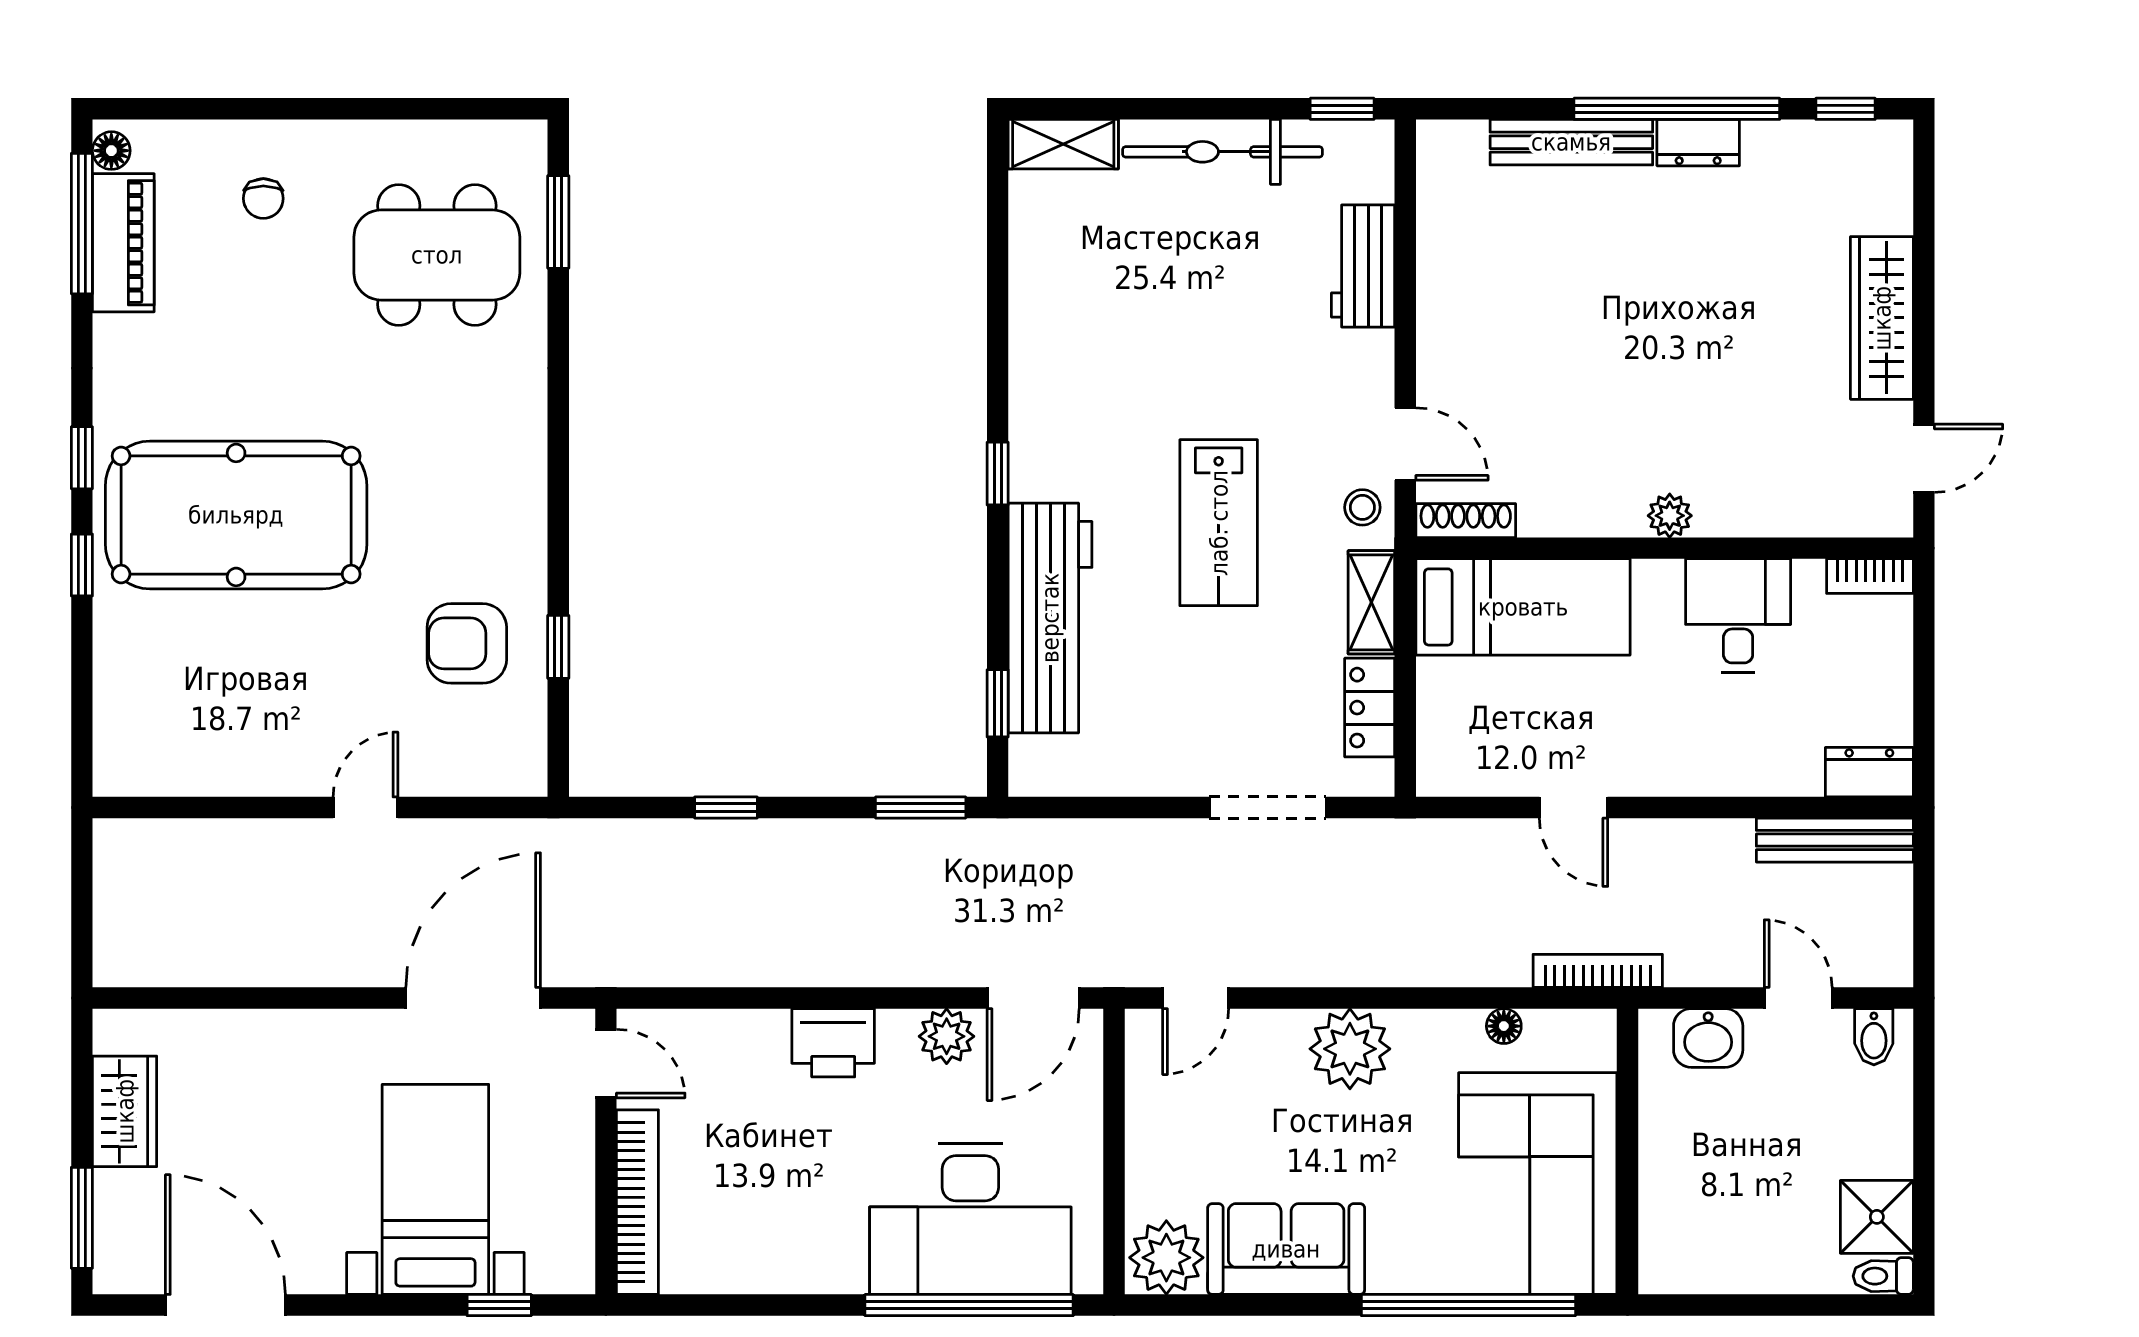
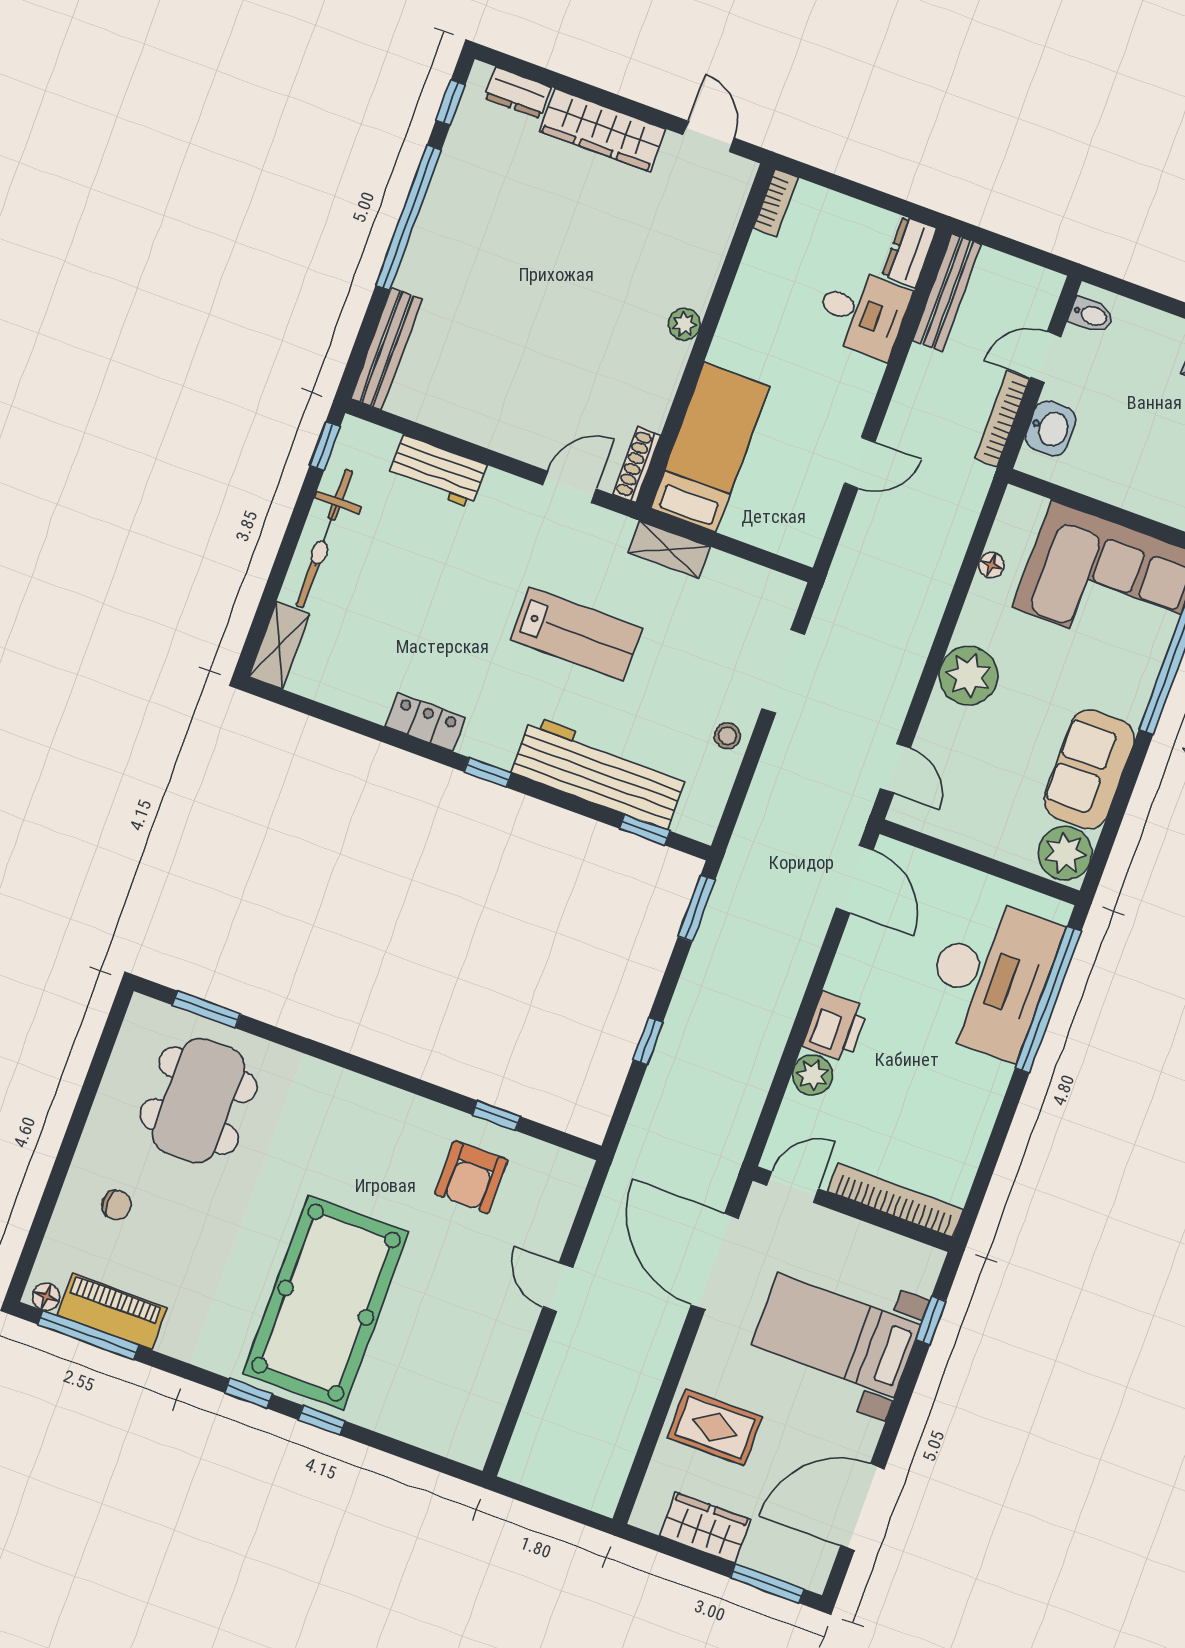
bench: (1571, 142) -> (386, 349), moved
dresser: (1698, 143) -> (518, 93), moved, turned 90
stool: (1362, 507) -> (727, 736), moved
desk: (1738, 615) -> (862, 313), moved, turned 180
locker: (1370, 708) -> (425, 722), moved, turned 180
bookcase: (1598, 971) -> (1002, 419), moved
plant: (947, 1036) -> (813, 1075), moved
rug: (259, 1077) -> (715, 1427), added

